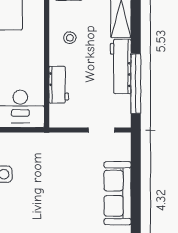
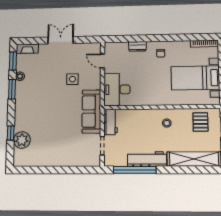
workbench: (59, 85) -> (111, 122), moved, turned -90
sofa: (118, 193) -> (91, 111), moved, turned -90

